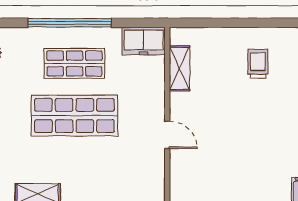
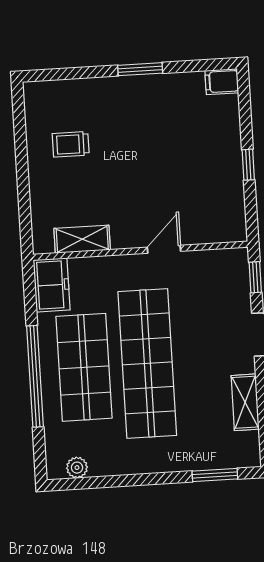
shop shelf: (74, 63) -> (84, 367), width x1.43, depth x1.36
shop shelf: (74, 116) -> (147, 363), width x1.40

